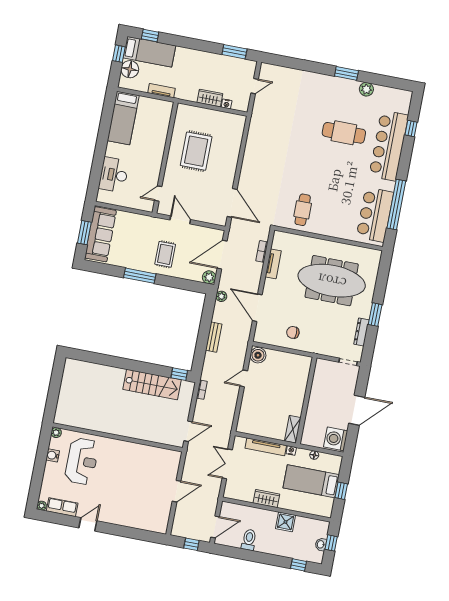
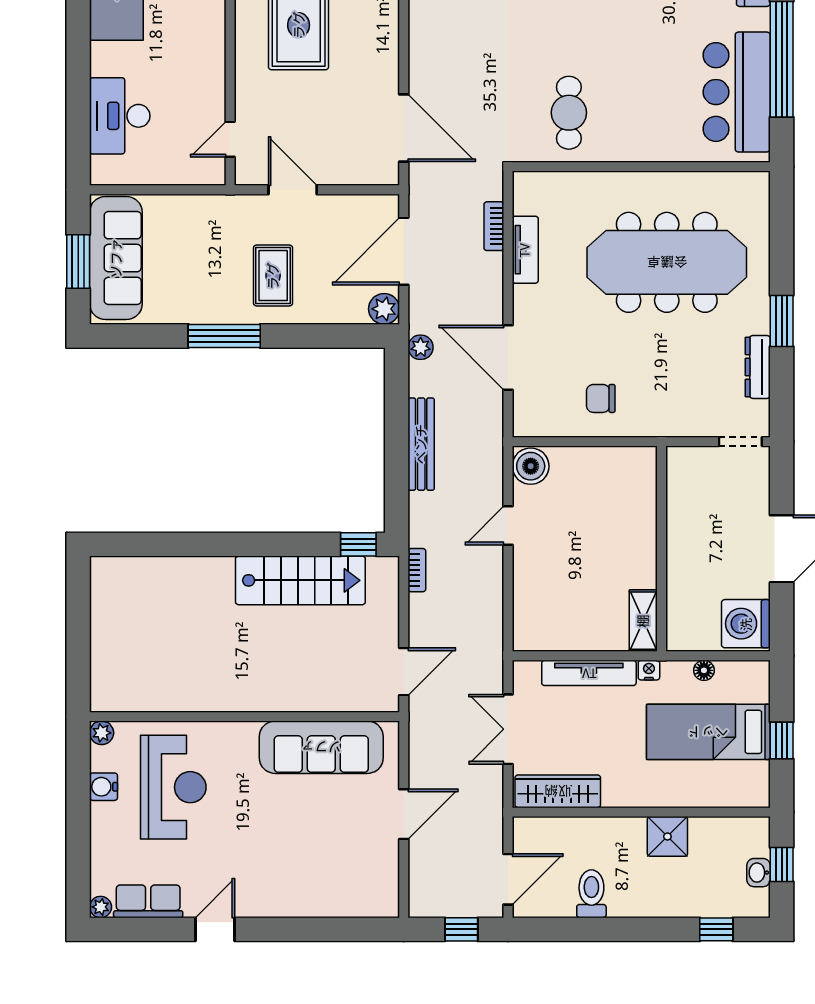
bench: (214, 337) -> (421, 444), width x1.36
sofa: (147, 456) -> (321, 747), added
wardrobe: (266, 499) -> (558, 791), moved, width x1.50

